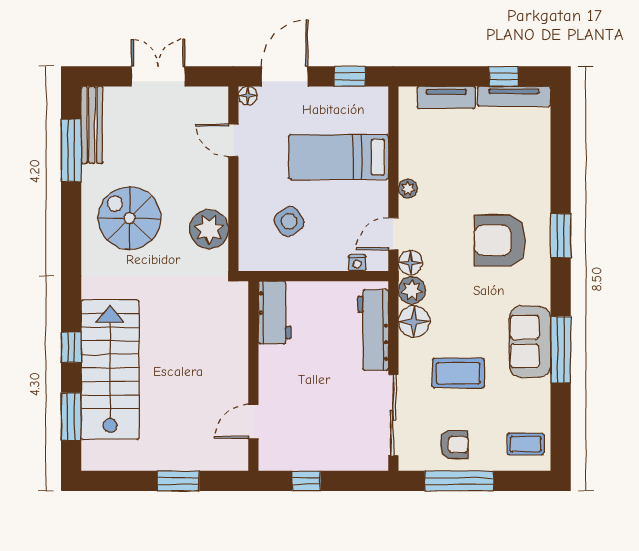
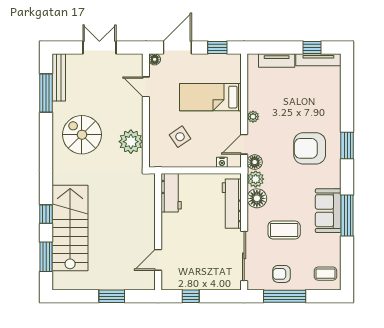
armchair: (454, 445) -> (281, 274), turned 180

